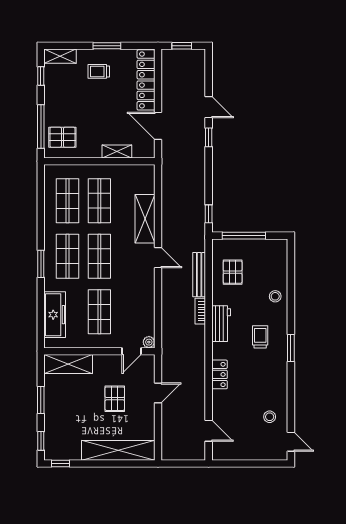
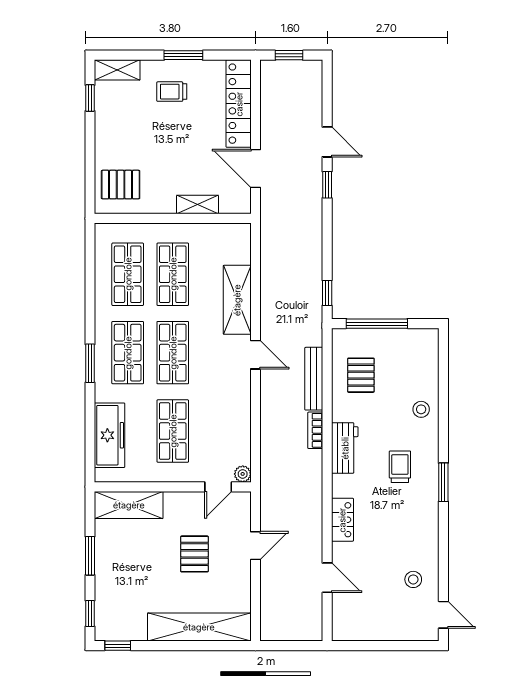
window: (41, 127) -> (90, 169), removed
door: (209, 431) -> (327, 578), moved

